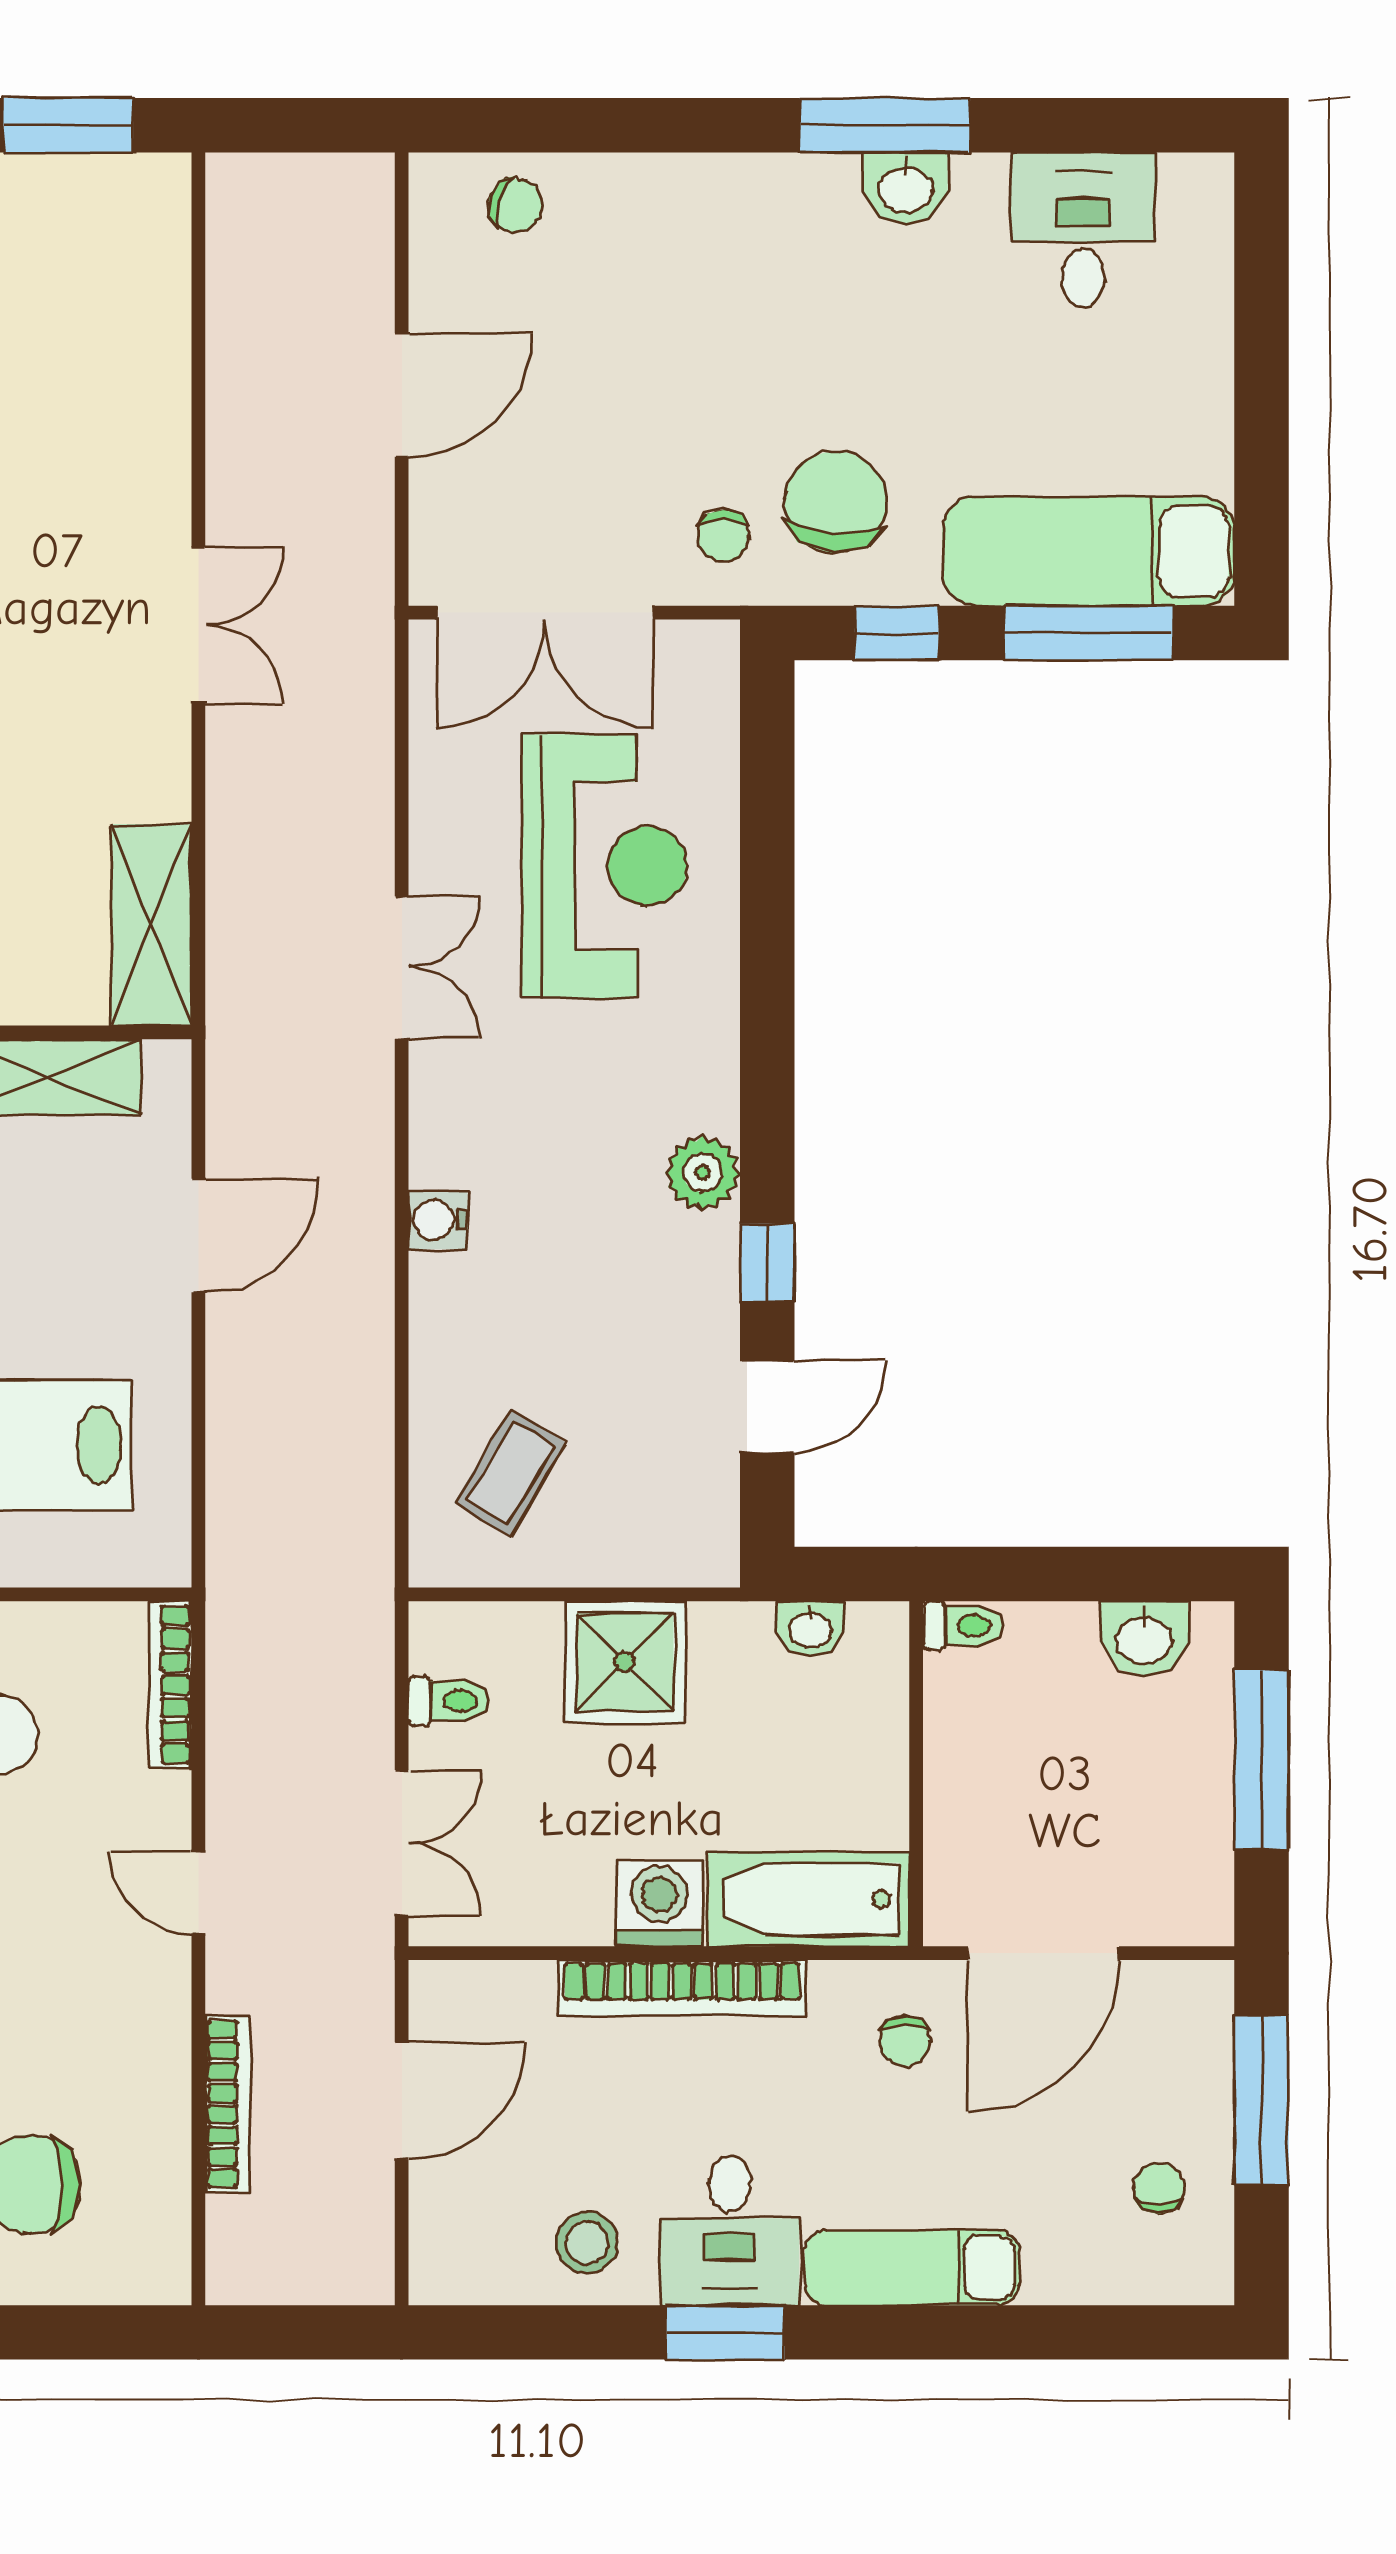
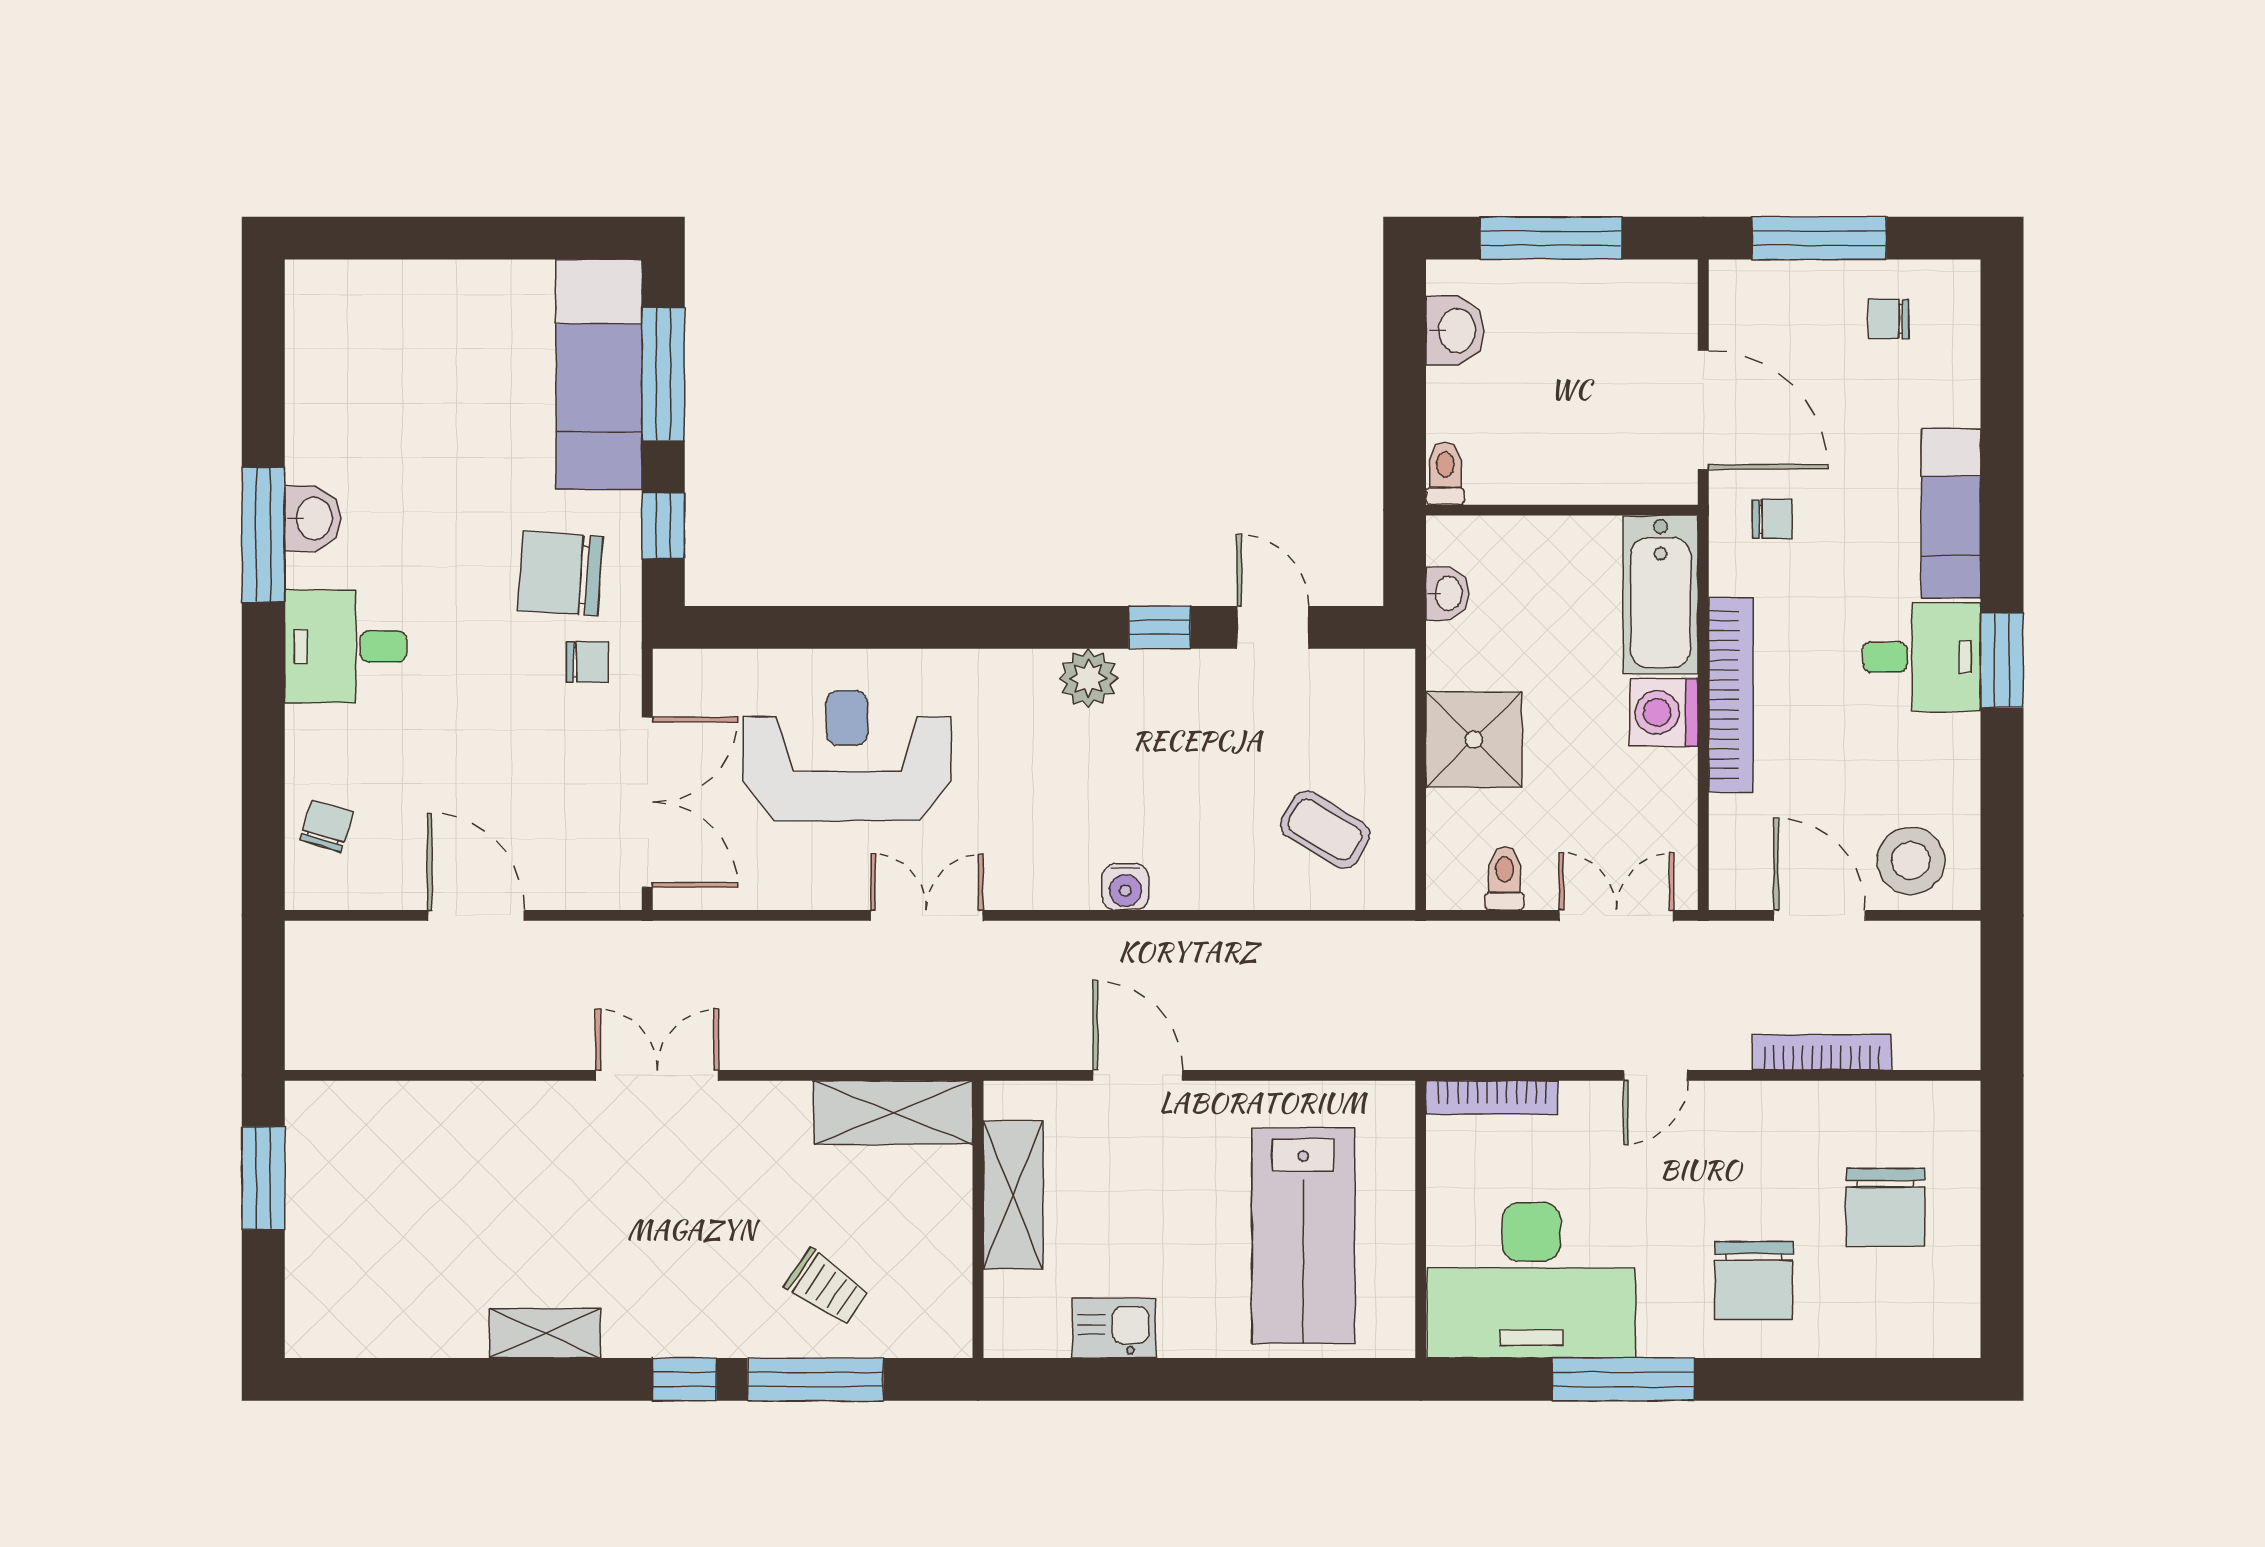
desk: (1083, 230) -> (346, 646), moved
stool: (587, 2242) -> (1911, 861), moved, width x1.38, depth x1.38

